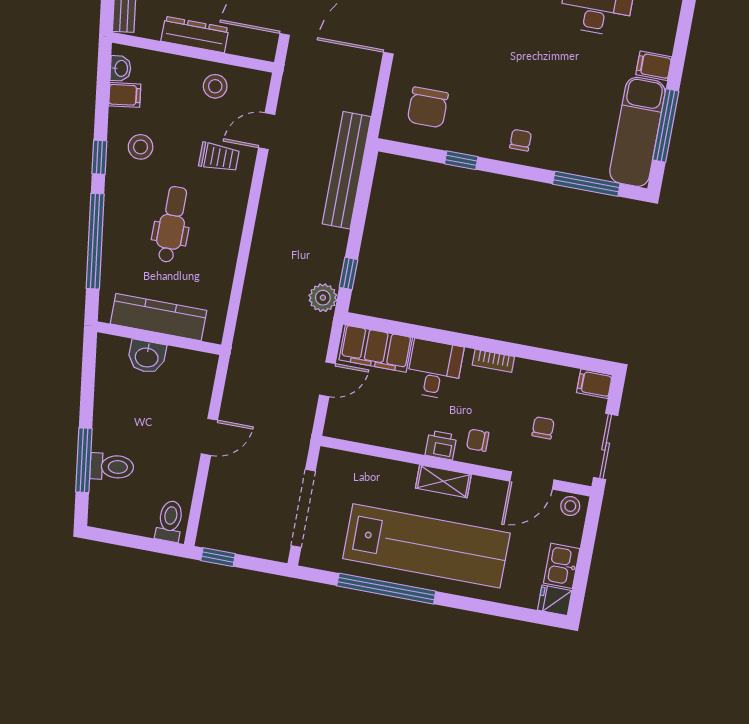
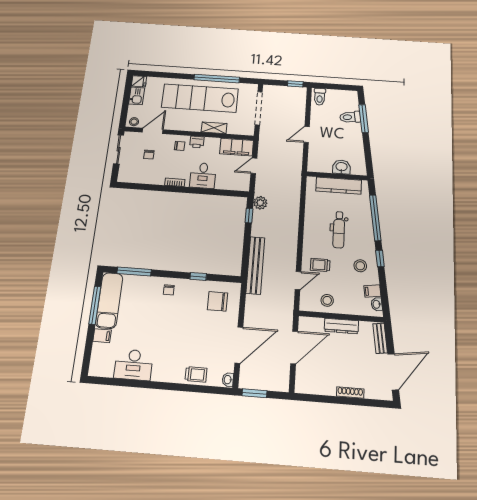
chair: (428, 107) -> (218, 301), turned -90
filing cabinet: (376, 349) -> (237, 147), moved, turned 180
filing cabinet: (594, 384) -> (125, 177), removed
shelving: (443, 481) -> (214, 128), moved

